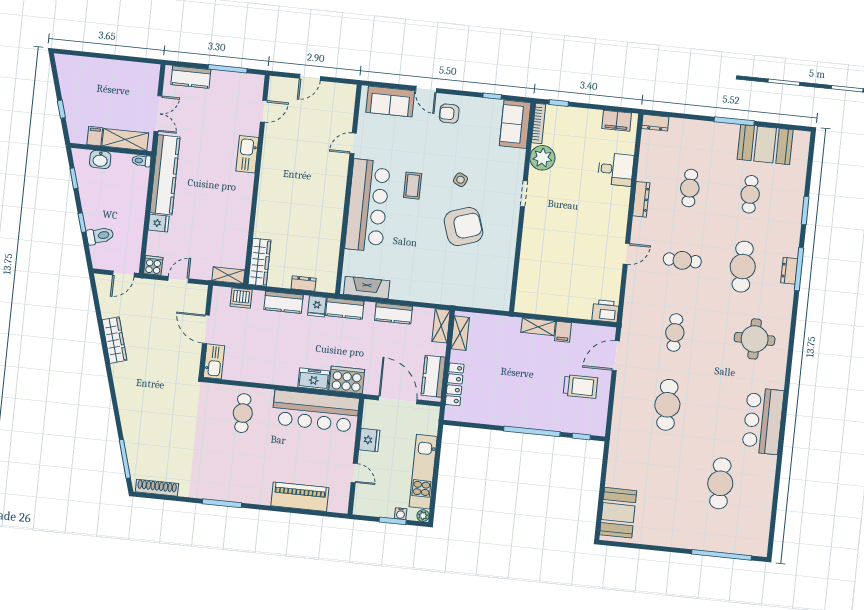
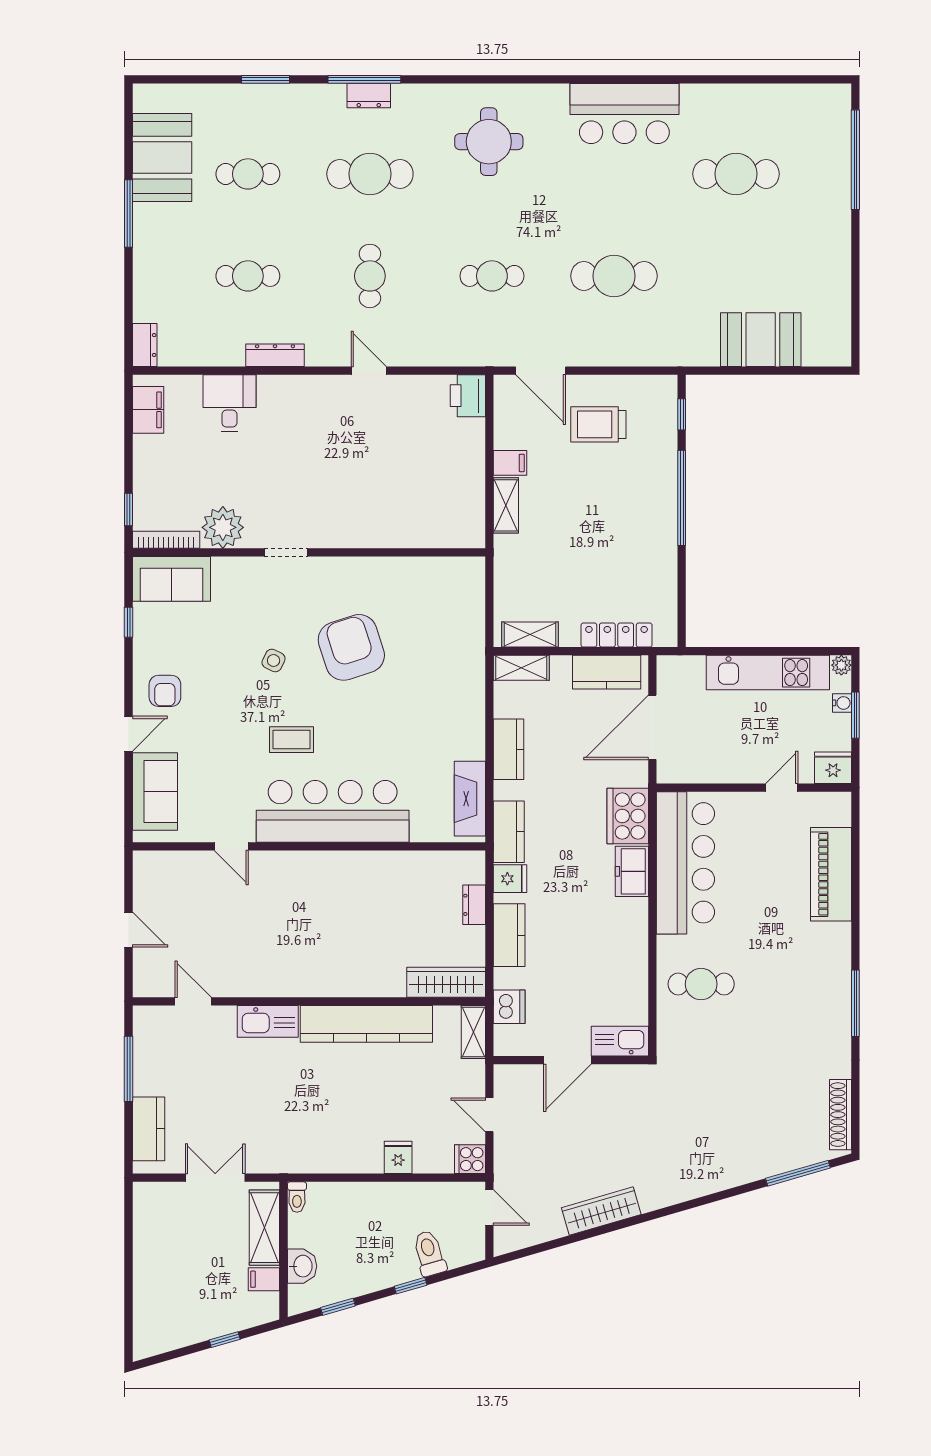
kitchen counter: (165, 175) -> (366, 1024), moved, turned 180
trolley: (580, 387) -> (598, 424), turned -90
fridge: (369, 440) -> (833, 768), moved
booth: (618, 513) -> (761, 340), moved

